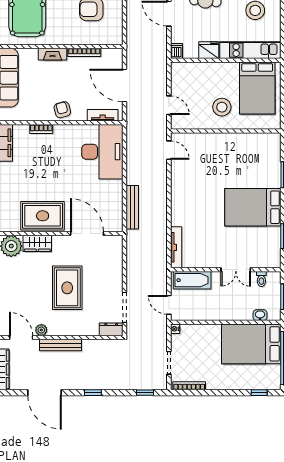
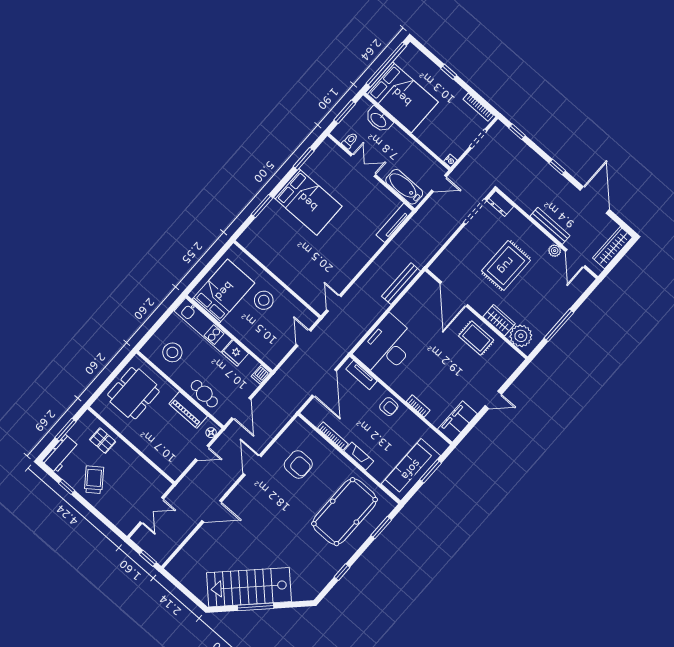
armchair: (62, 110) -> (389, 407), turned -75
rug: (43, 216) -> (476, 338), width x0.73, depth x0.70
door: (169, 305) -> (439, 183), hinge flipped
washbasin: (260, 315) -> (379, 120), width x1.91, depth x1.45
window: (259, 393) -> (449, 72), moved

